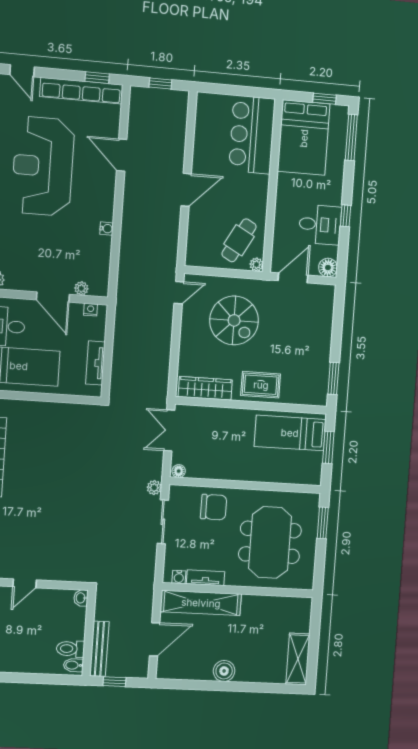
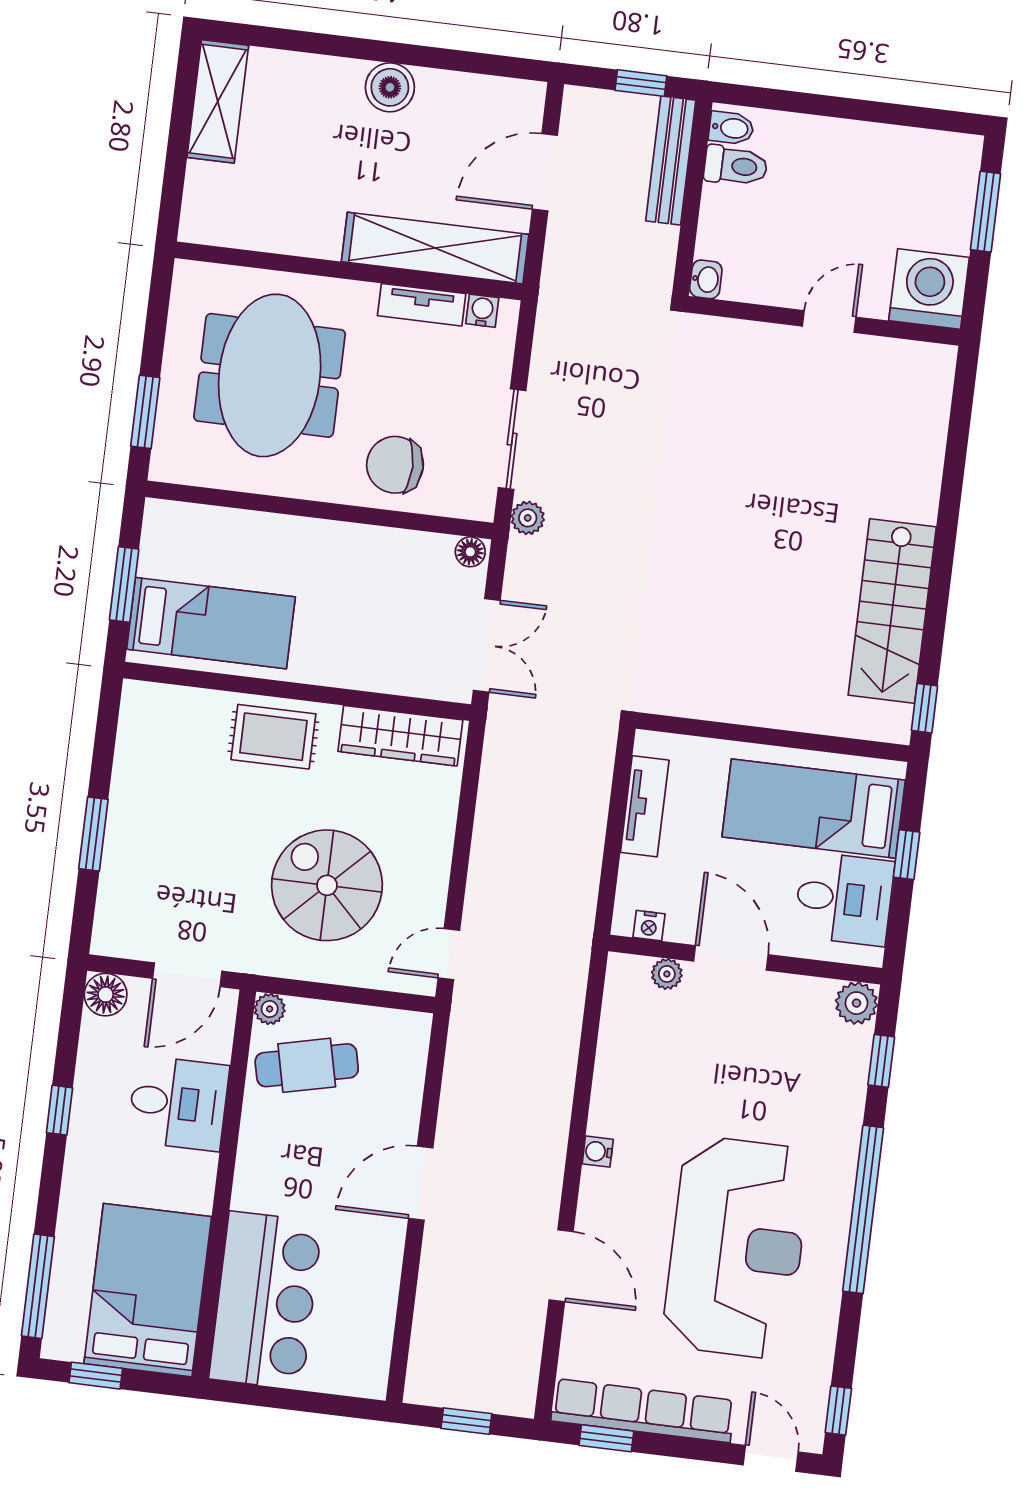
desk: (320, 225) -> (178, 1103), moved, turned 180
water cooler: (107, 229) -> (598, 1152), moved
cafe table: (239, 240) -> (307, 1065), turned 48
window: (333, 378) -> (93, 834), moved

